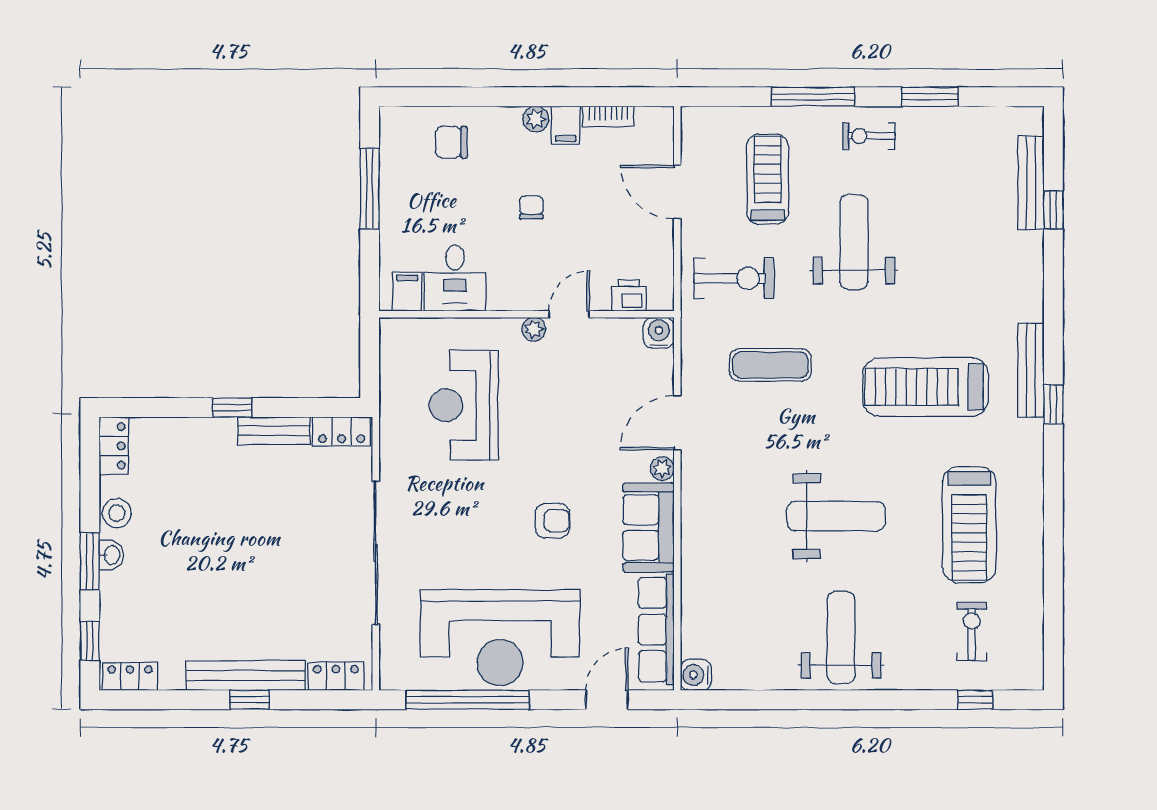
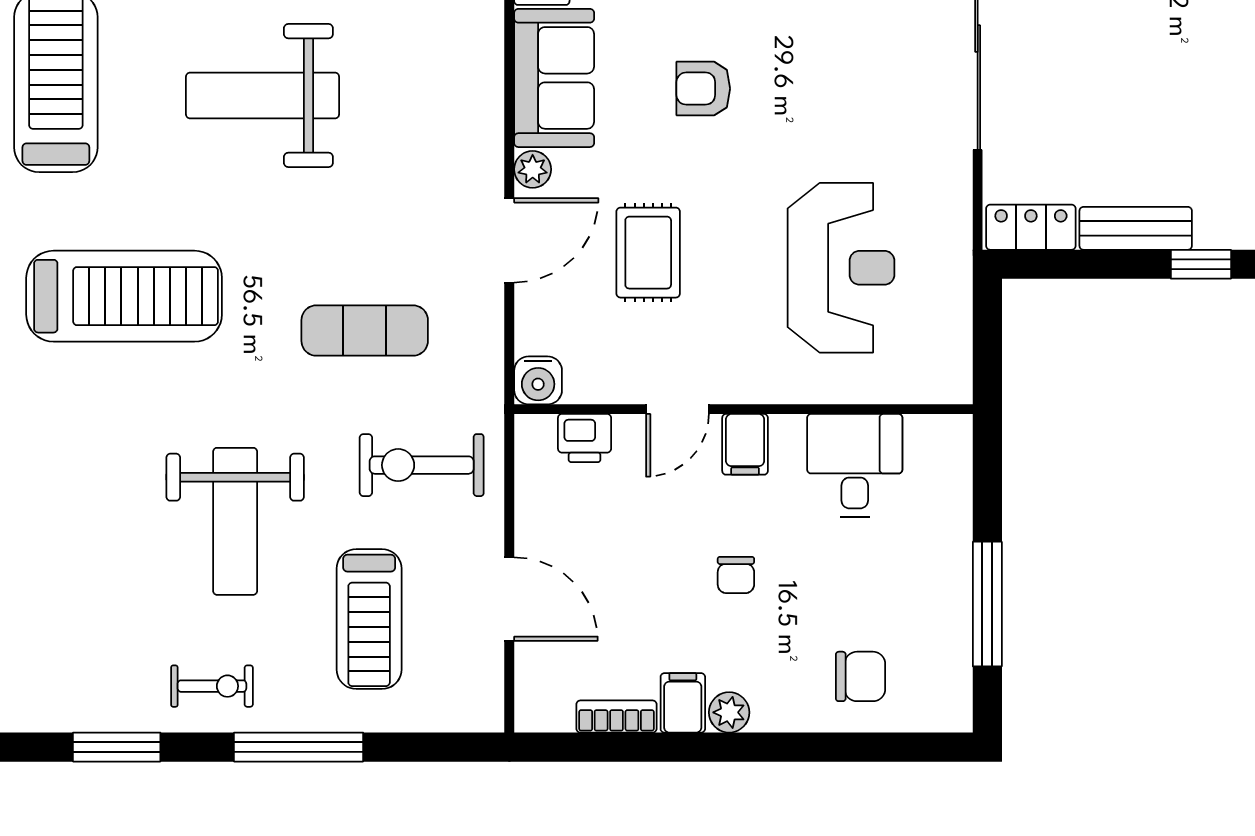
filing cabinet: (407, 292) -> (745, 444), moved
plant: (534, 329) -> (732, 386), removed
rug: (588, 415) -> (648, 253), added

